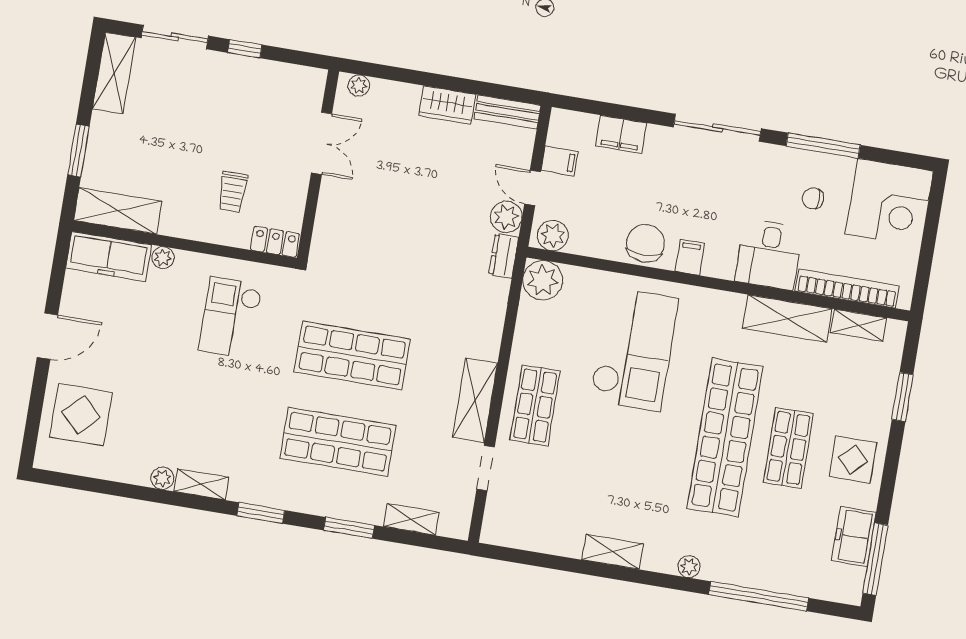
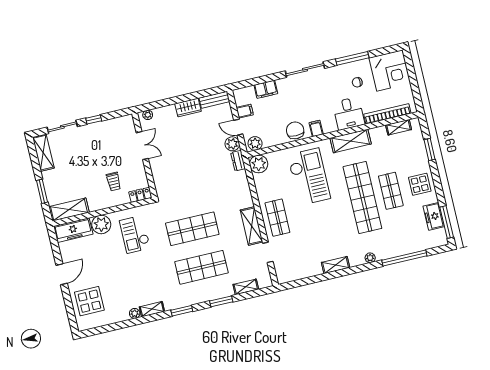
plant: (163, 258) -> (101, 224), width x1.88, depth x1.88
shelving: (787, 319) -> (351, 141), moved

